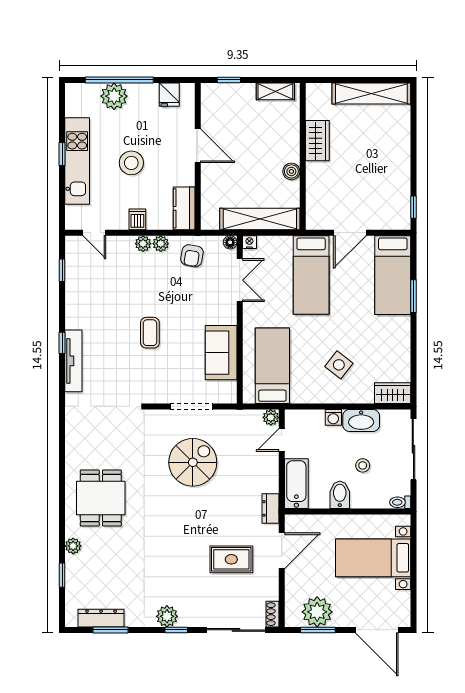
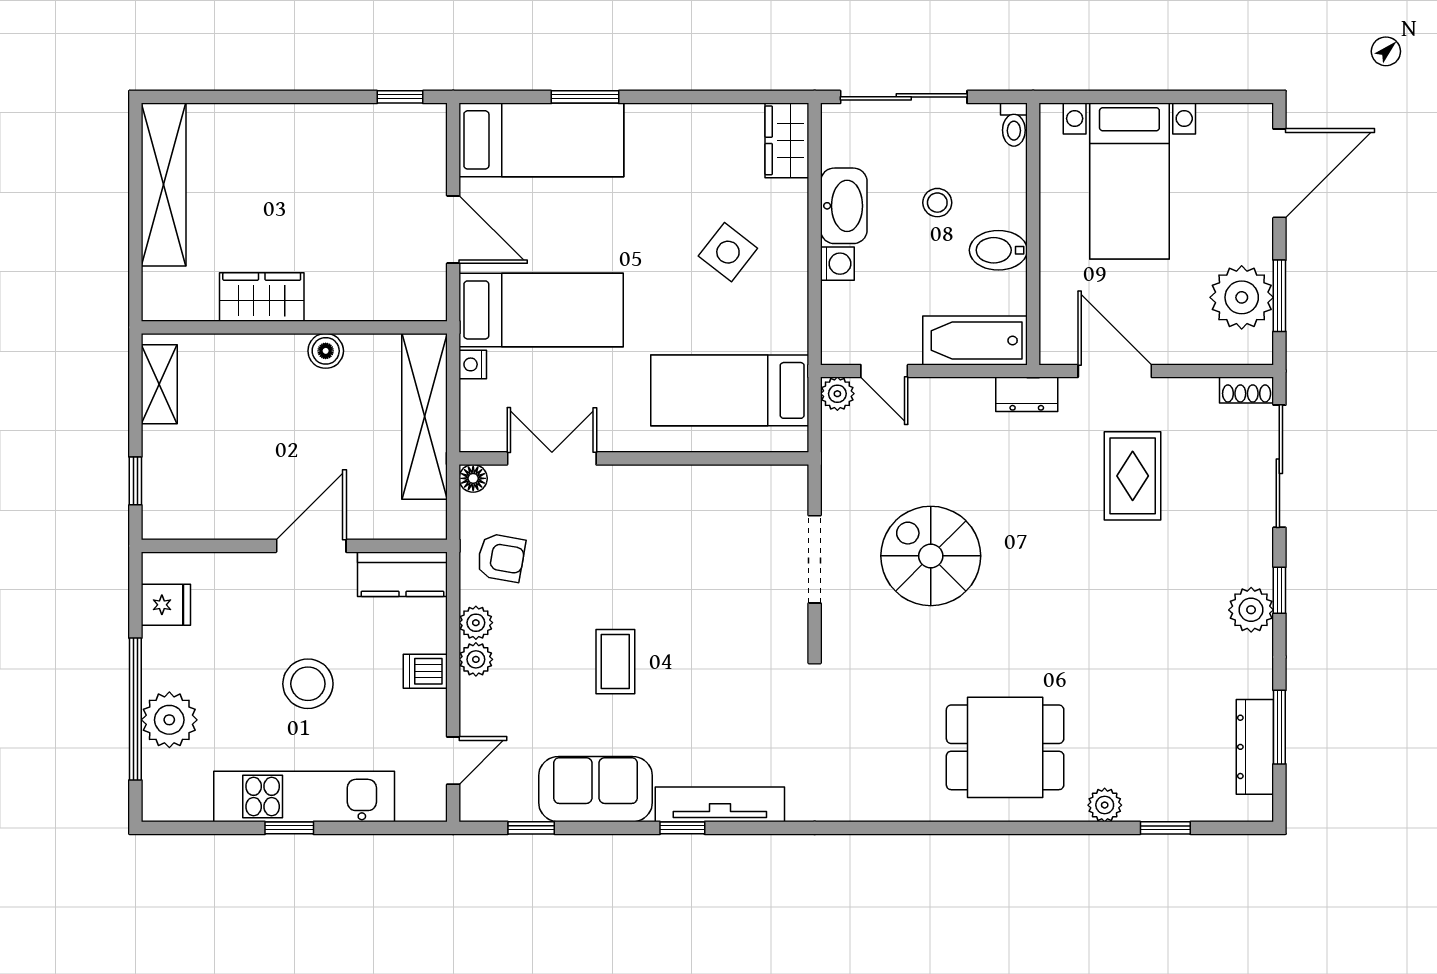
door: (198, 146) -> (311, 546), moved
nightstand: (249, 242) -> (473, 364), moved
coffee table: (150, 333) -> (615, 662), moved, turned 90
sofa: (221, 353) -> (596, 789), moved, turned 180

